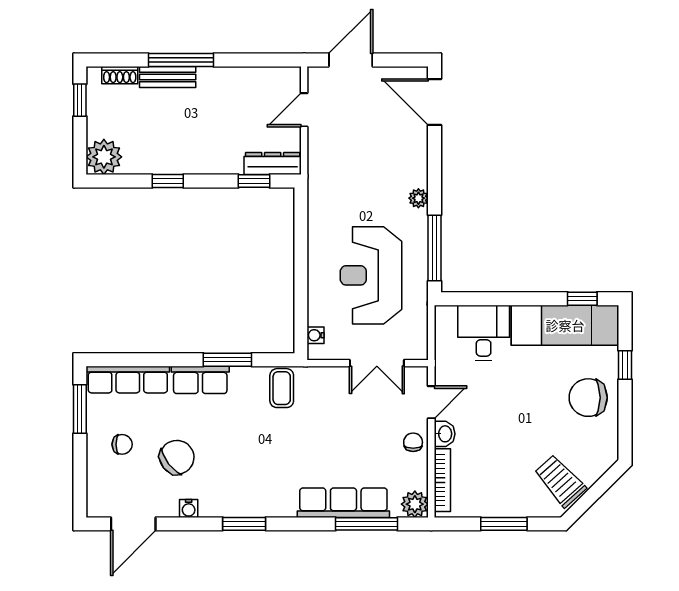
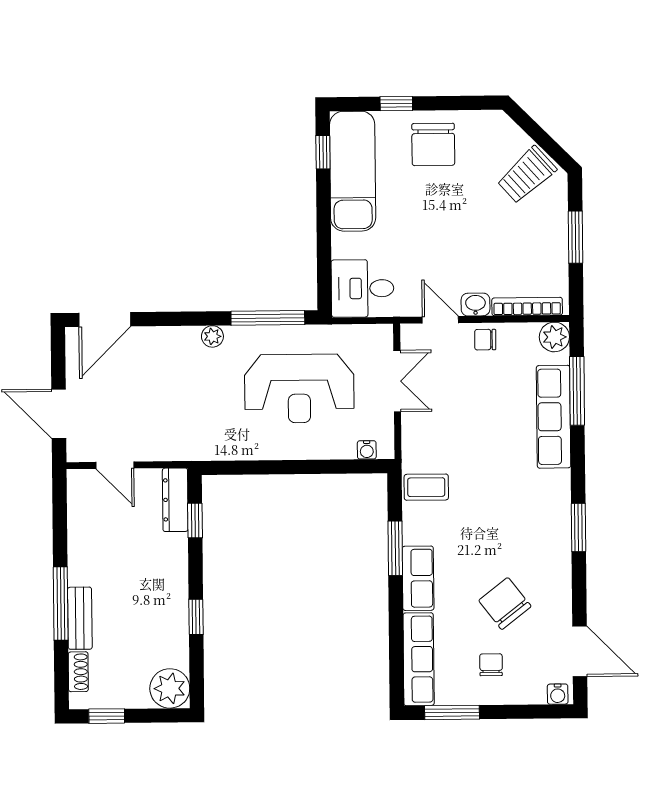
desk: (484, 333) -> (363, 288), moved
water cooler: (189, 508) -> (558, 694), moved, turned 90

